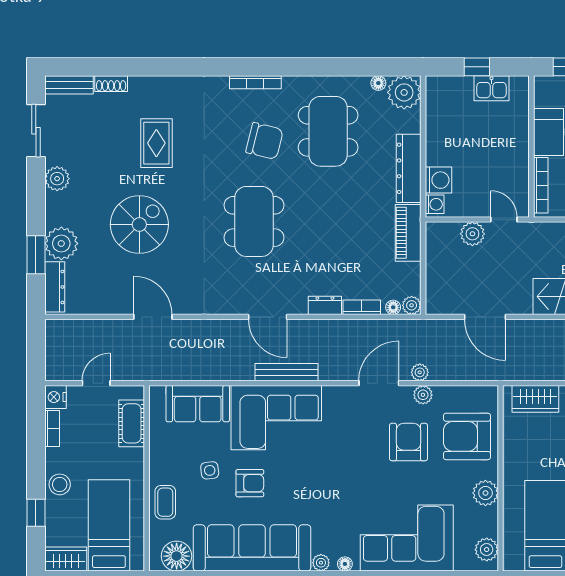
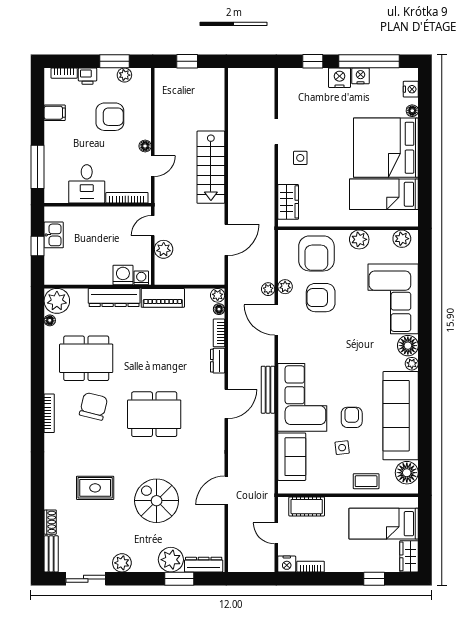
stool: (60, 484) -> (353, 561), removed
floor lamp: (345, 564) -> (408, 346), width x1.89, depth x1.89

